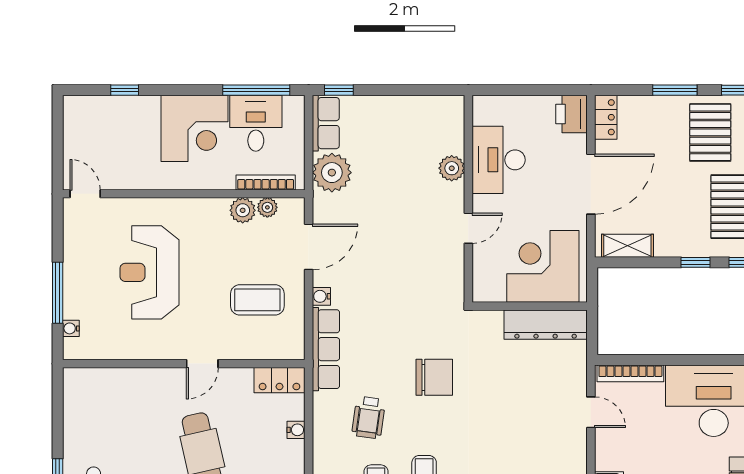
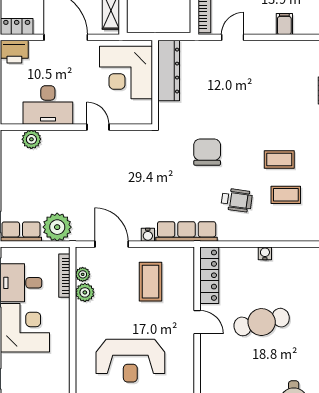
plant: (452, 168) -> (31, 139), moved
locker: (279, 380) -> (209, 275), width x1.53
water cooler: (296, 430) -> (265, 253), moved

